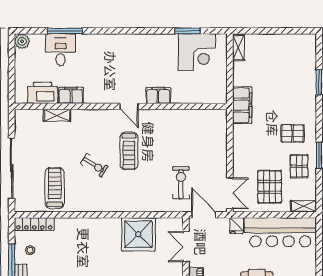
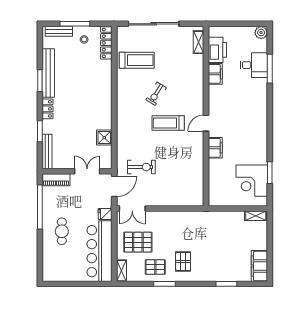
filing cabinet: (242, 105) -> (259, 266), moved, turned 90
shelving: (57, 115) -> (198, 42), moved
shower: (138, 234) -> (104, 138), width x0.54, depth x0.54

